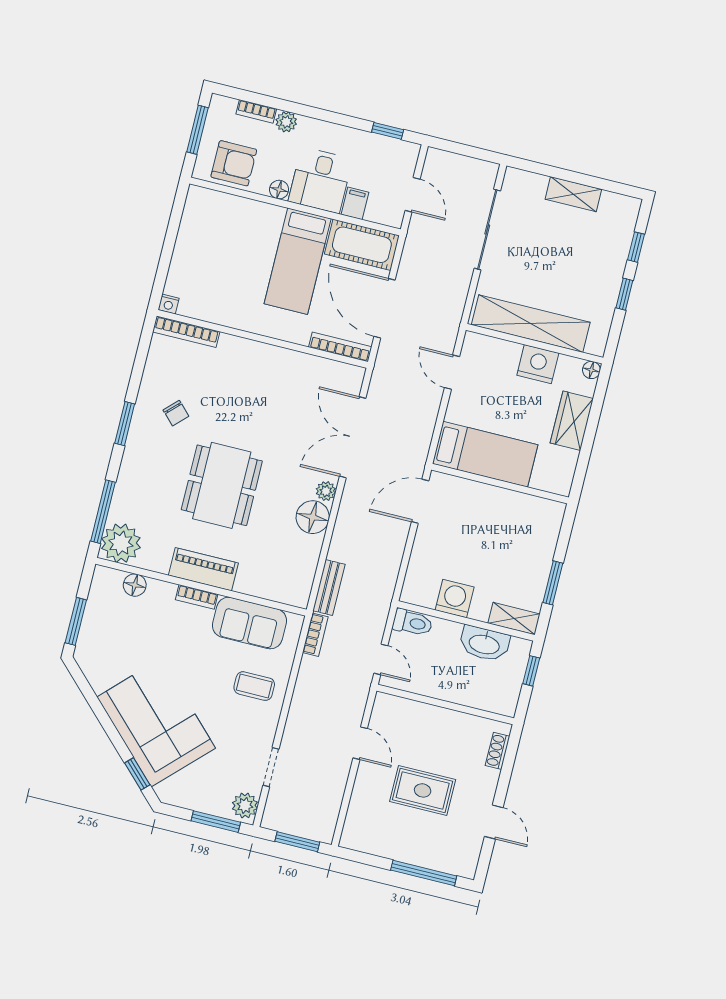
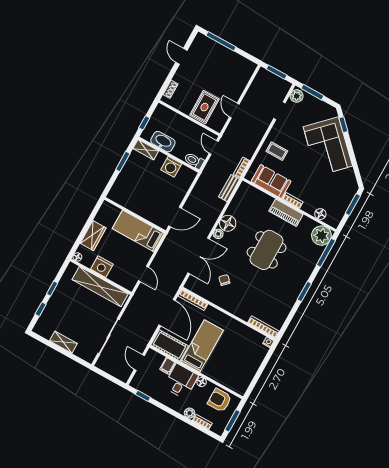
chair: (176, 413) -> (224, 280), moved
rug: (423, 790) -> (204, 107), moved, turned 90

